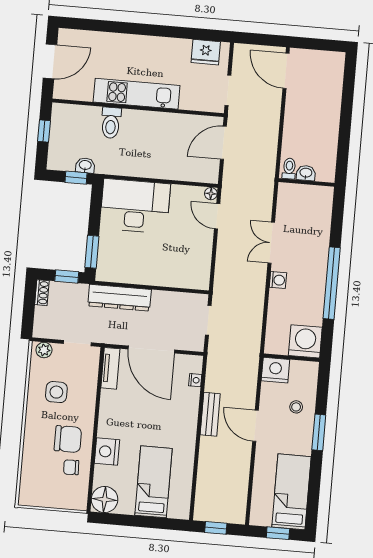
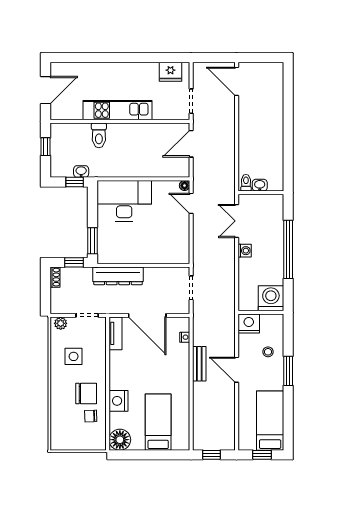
toilet: (289, 169) -> (246, 183), moved
washbasin: (306, 173) -> (260, 185), moved
wall: (306, 182) -> (261, 193), moved

